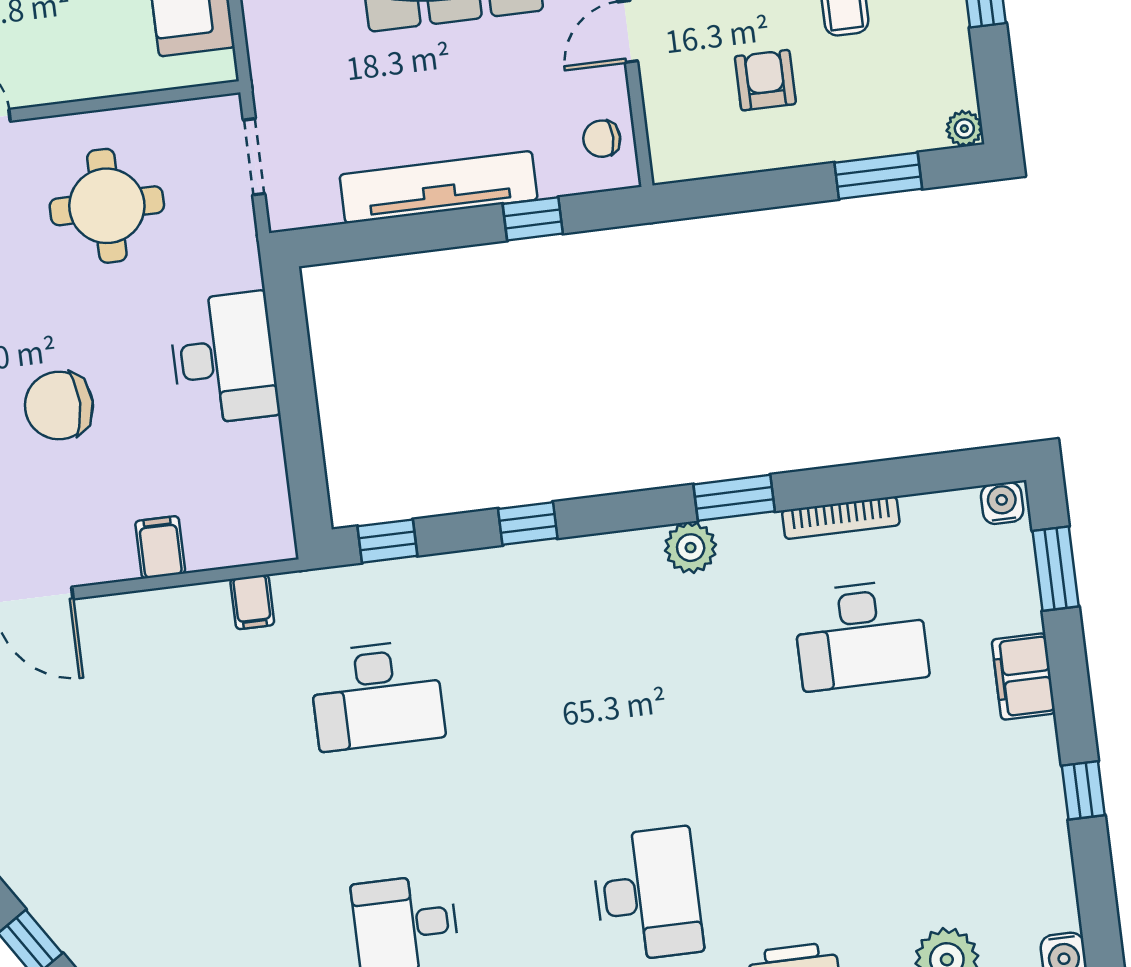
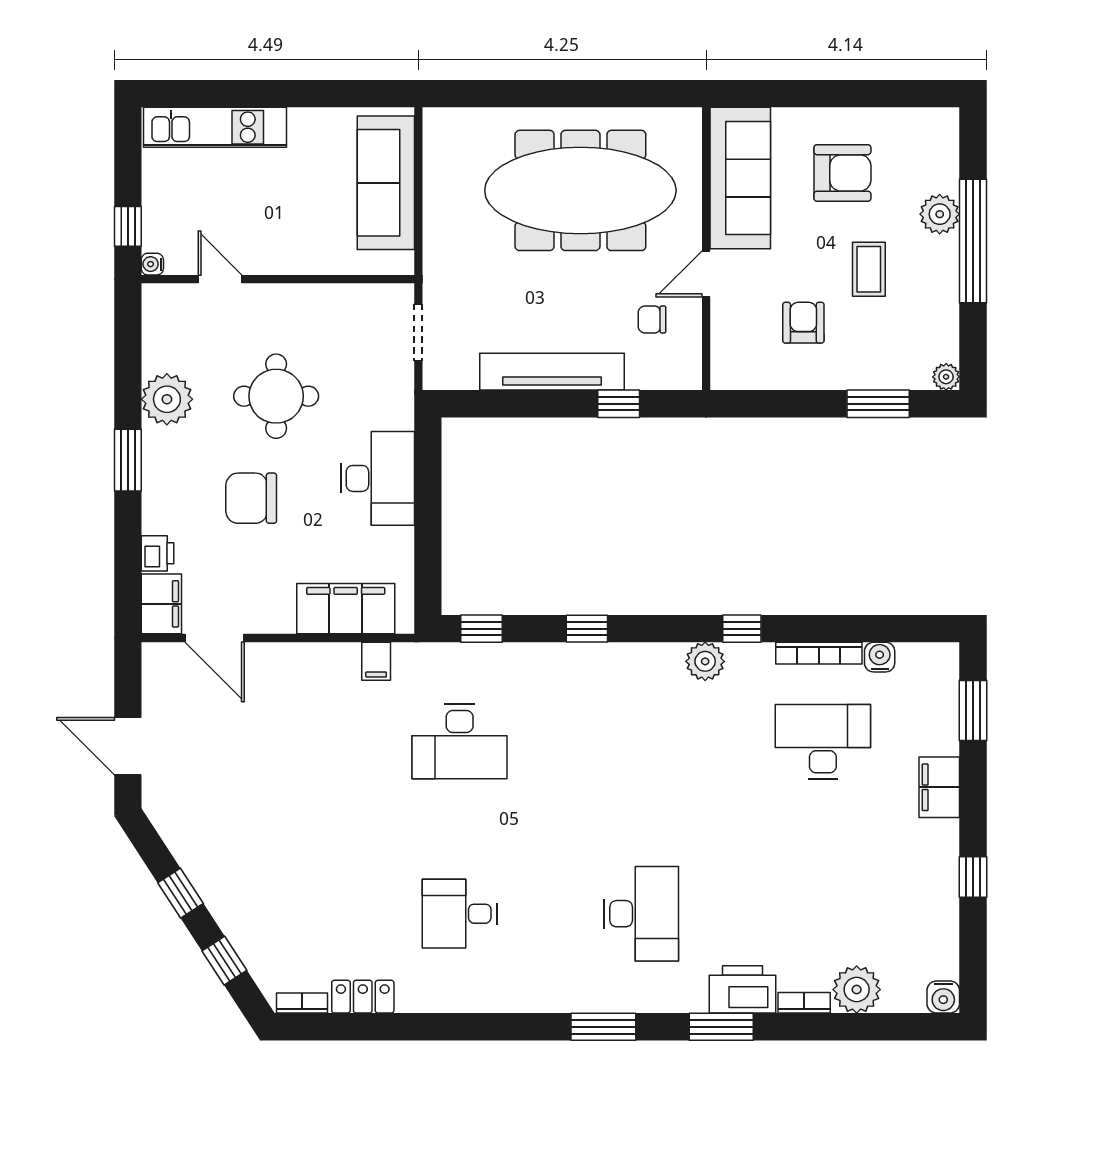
chair: (602, 139) -> (652, 319), moved
round table: (107, 206) -> (276, 396), moved
window: (734, 498) -> (742, 629), width x0.67
water cooler: (1002, 503) -> (880, 657), moved
filing cabinet: (160, 547) -> (346, 609), width x3.00, depth x1.17
desk: (861, 635) -> (823, 742), turned 180

